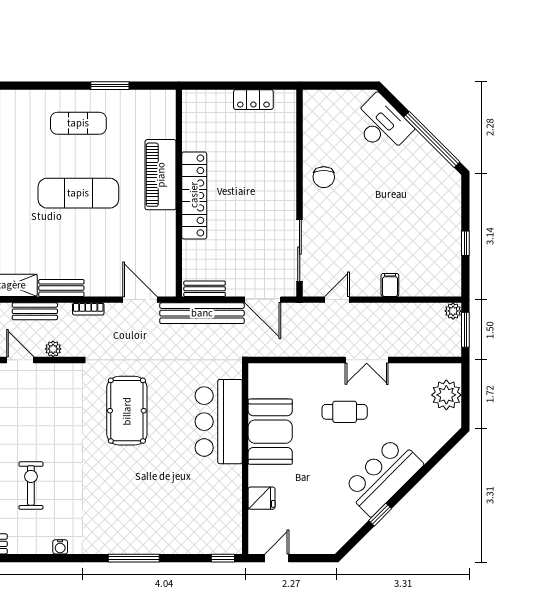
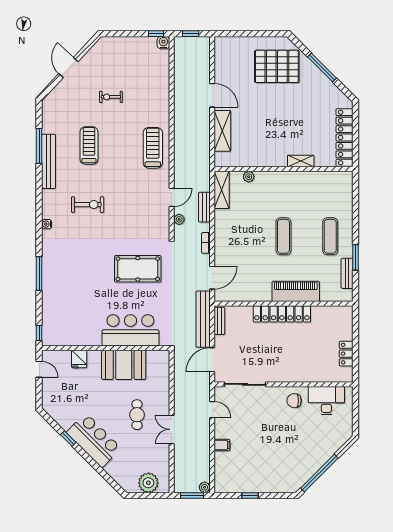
desk: (382, 125) -> (326, 401), moved, turned -135
exercise mat: (78, 193) -> (283, 236), width x0.73, depth x0.69
bench: (61, 288) -> (347, 273), moved

